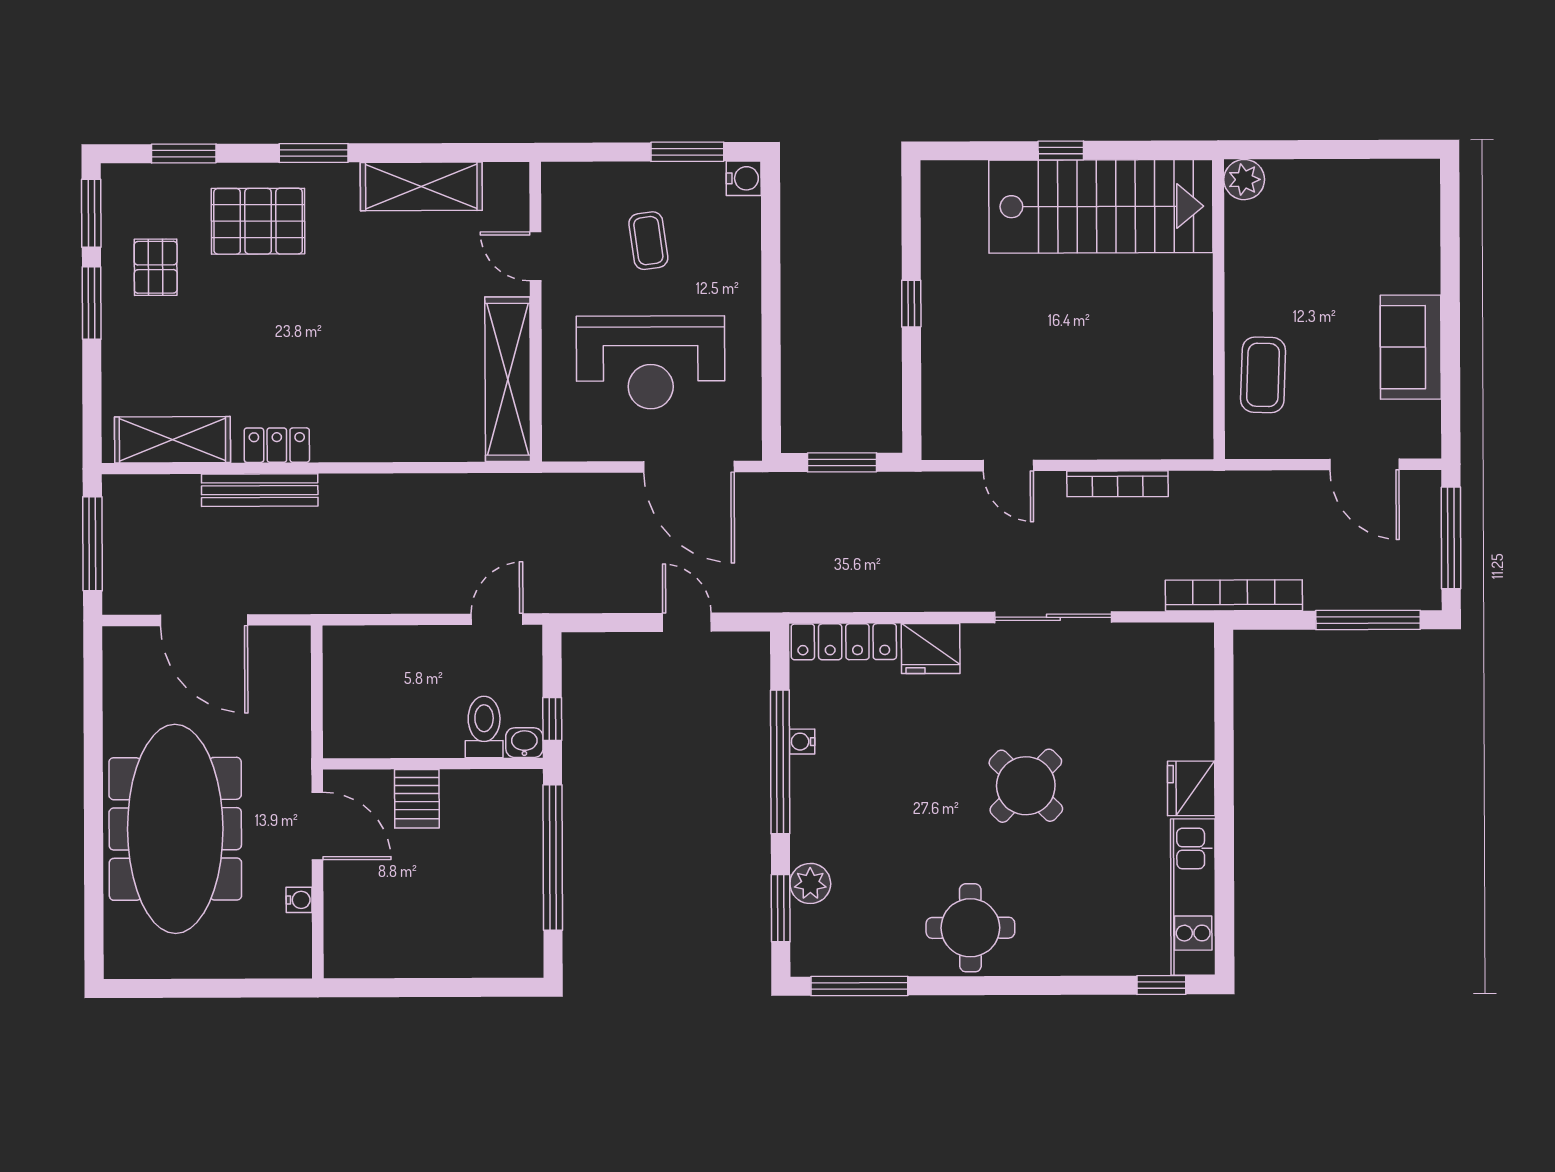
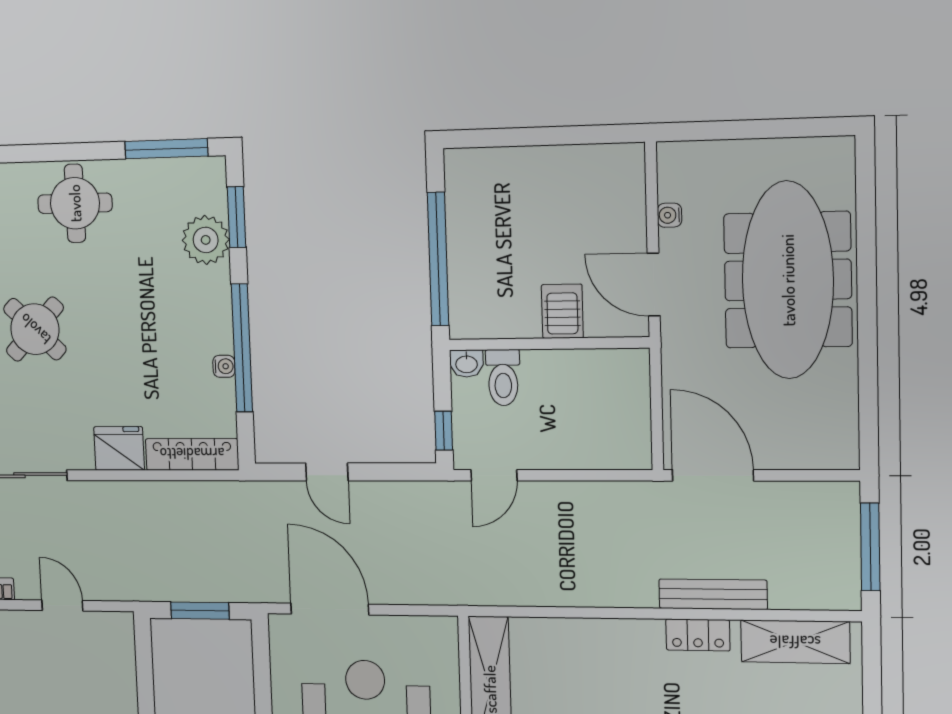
door: (204, 620) -> (713, 475), moved
window: (552, 719) -> (444, 431), moved
plant: (810, 883) -> (206, 240), width x1.36, depth x1.36

